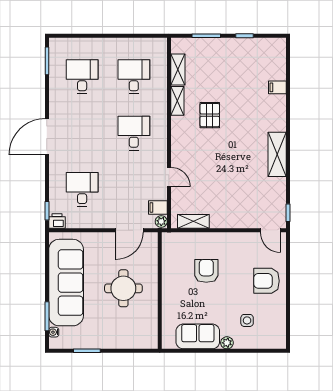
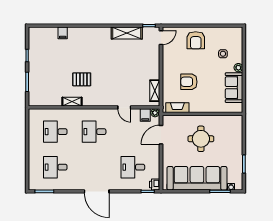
shelving: (178, 70) -> (50, 101), removed
shelving: (277, 154) -> (127, 33), moved
door: (169, 177) -> (124, 107), swing flipped
door: (129, 230) -> (161, 135), swing flipped
fireplace: (169, 254) -> (177, 108), added

